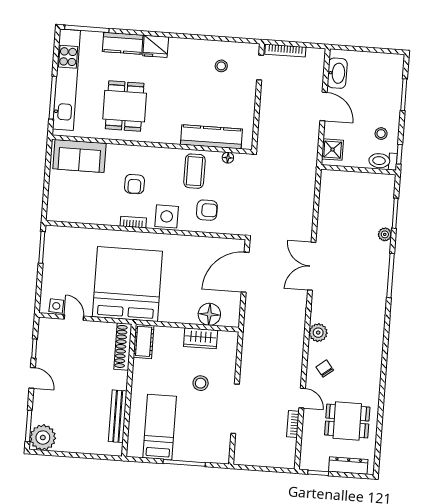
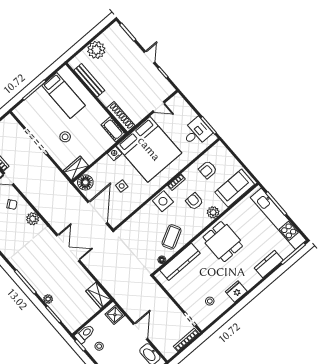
fridge: (156, 46) -> (236, 292), moved
dining table: (125, 106) -> (223, 242), moved
door: (323, 106) -> (140, 331), swing flipped
plant: (126, 154) -> (213, 212), added
coffee table: (194, 171) -> (172, 237), turned 62
wardrobe: (329, 186) -> (98, 295), added
armchair: (207, 210) -> (208, 170), moved
desk: (61, 253) -> (196, 132), added
side table: (56, 306) -> (122, 186), moved
floor lamp: (209, 314) -> (85, 182), moved
nightstand: (167, 315) -> (115, 154), added
wardrobe: (201, 338) -> (76, 168), moved
door: (32, 378) -> (150, 57), swing flipped
plant: (43, 438) -> (96, 50), moved

